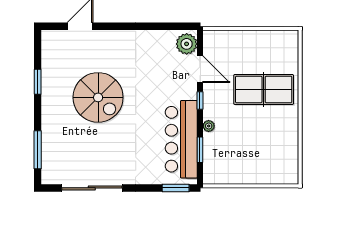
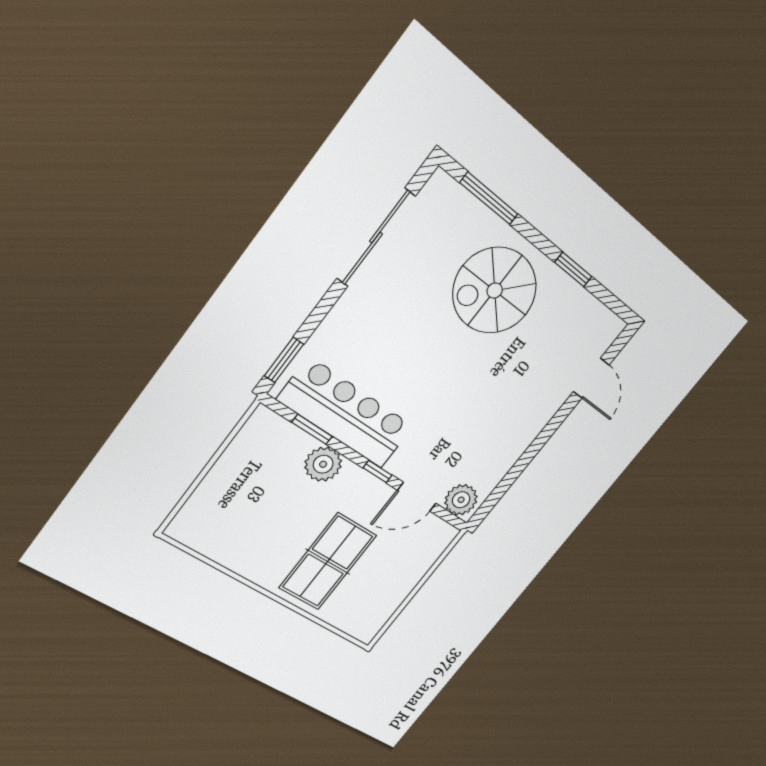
spiral stairs: (98, 97) -> (495, 291), moved
plant: (209, 126) -> (323, 464), width x1.88, depth x1.88

